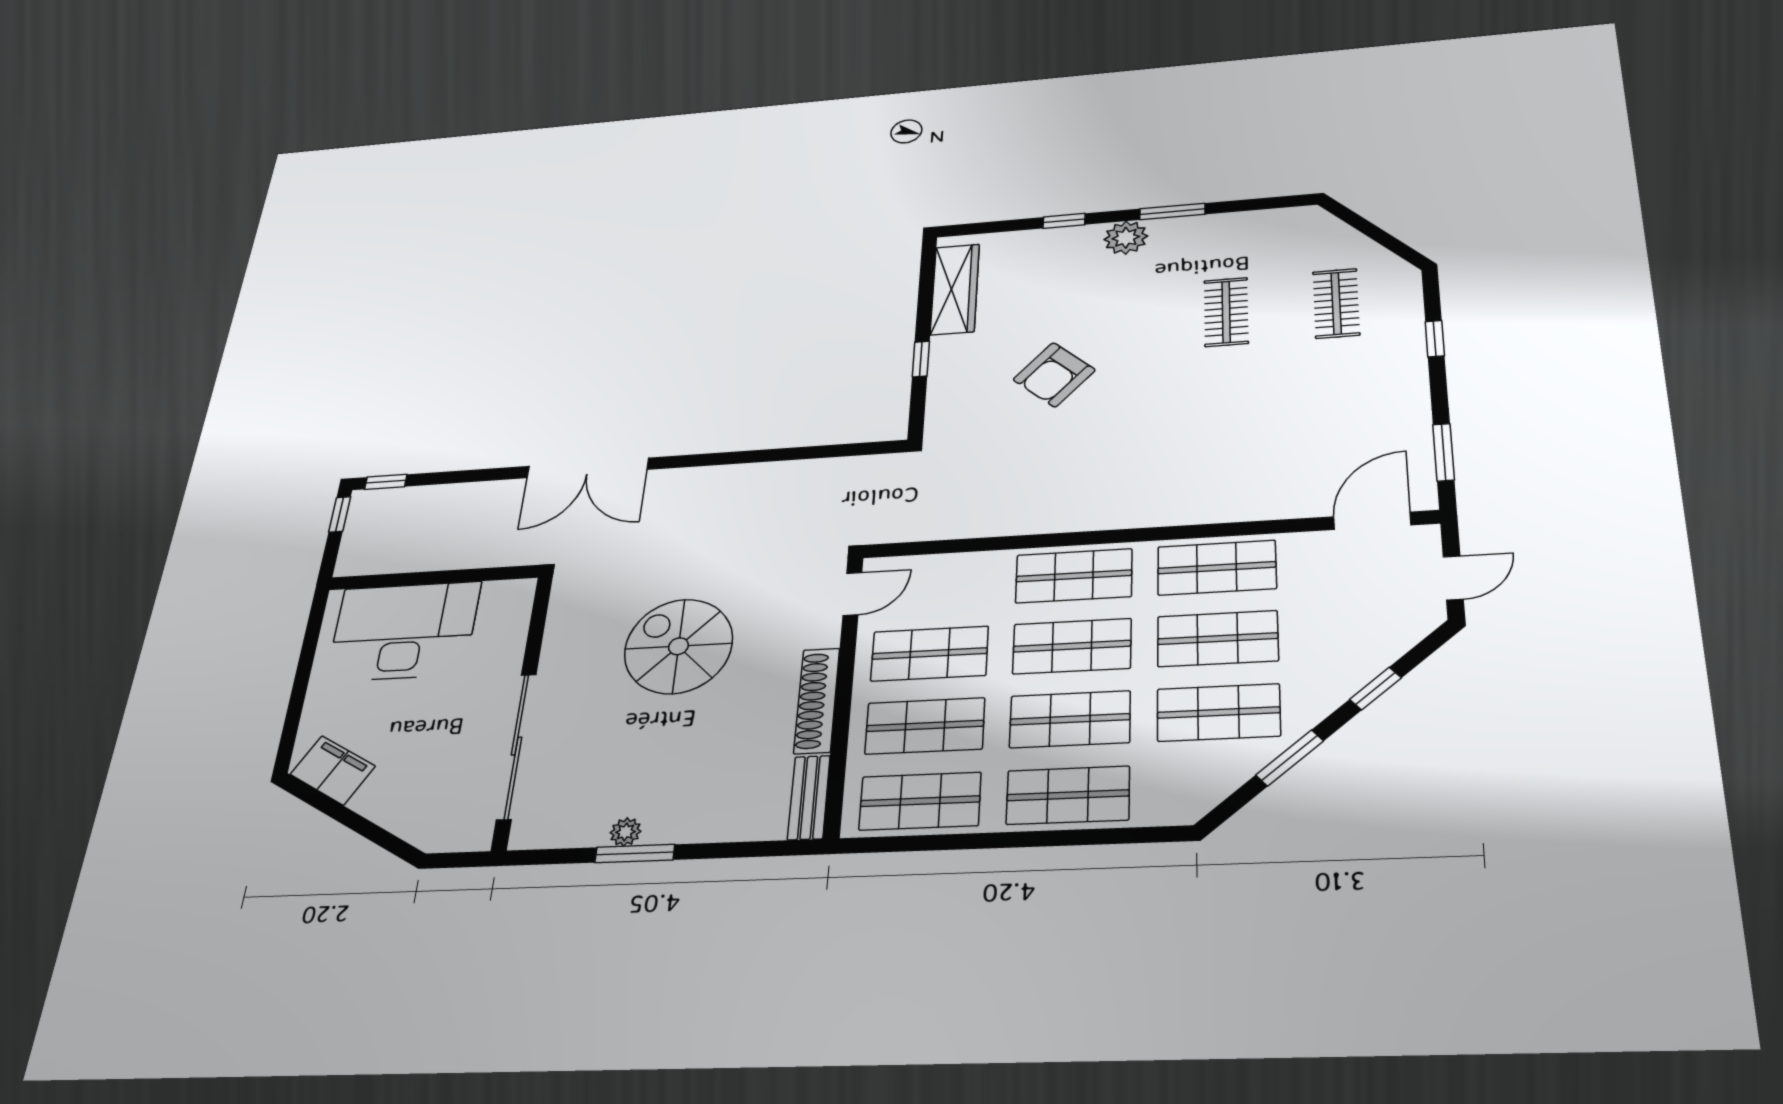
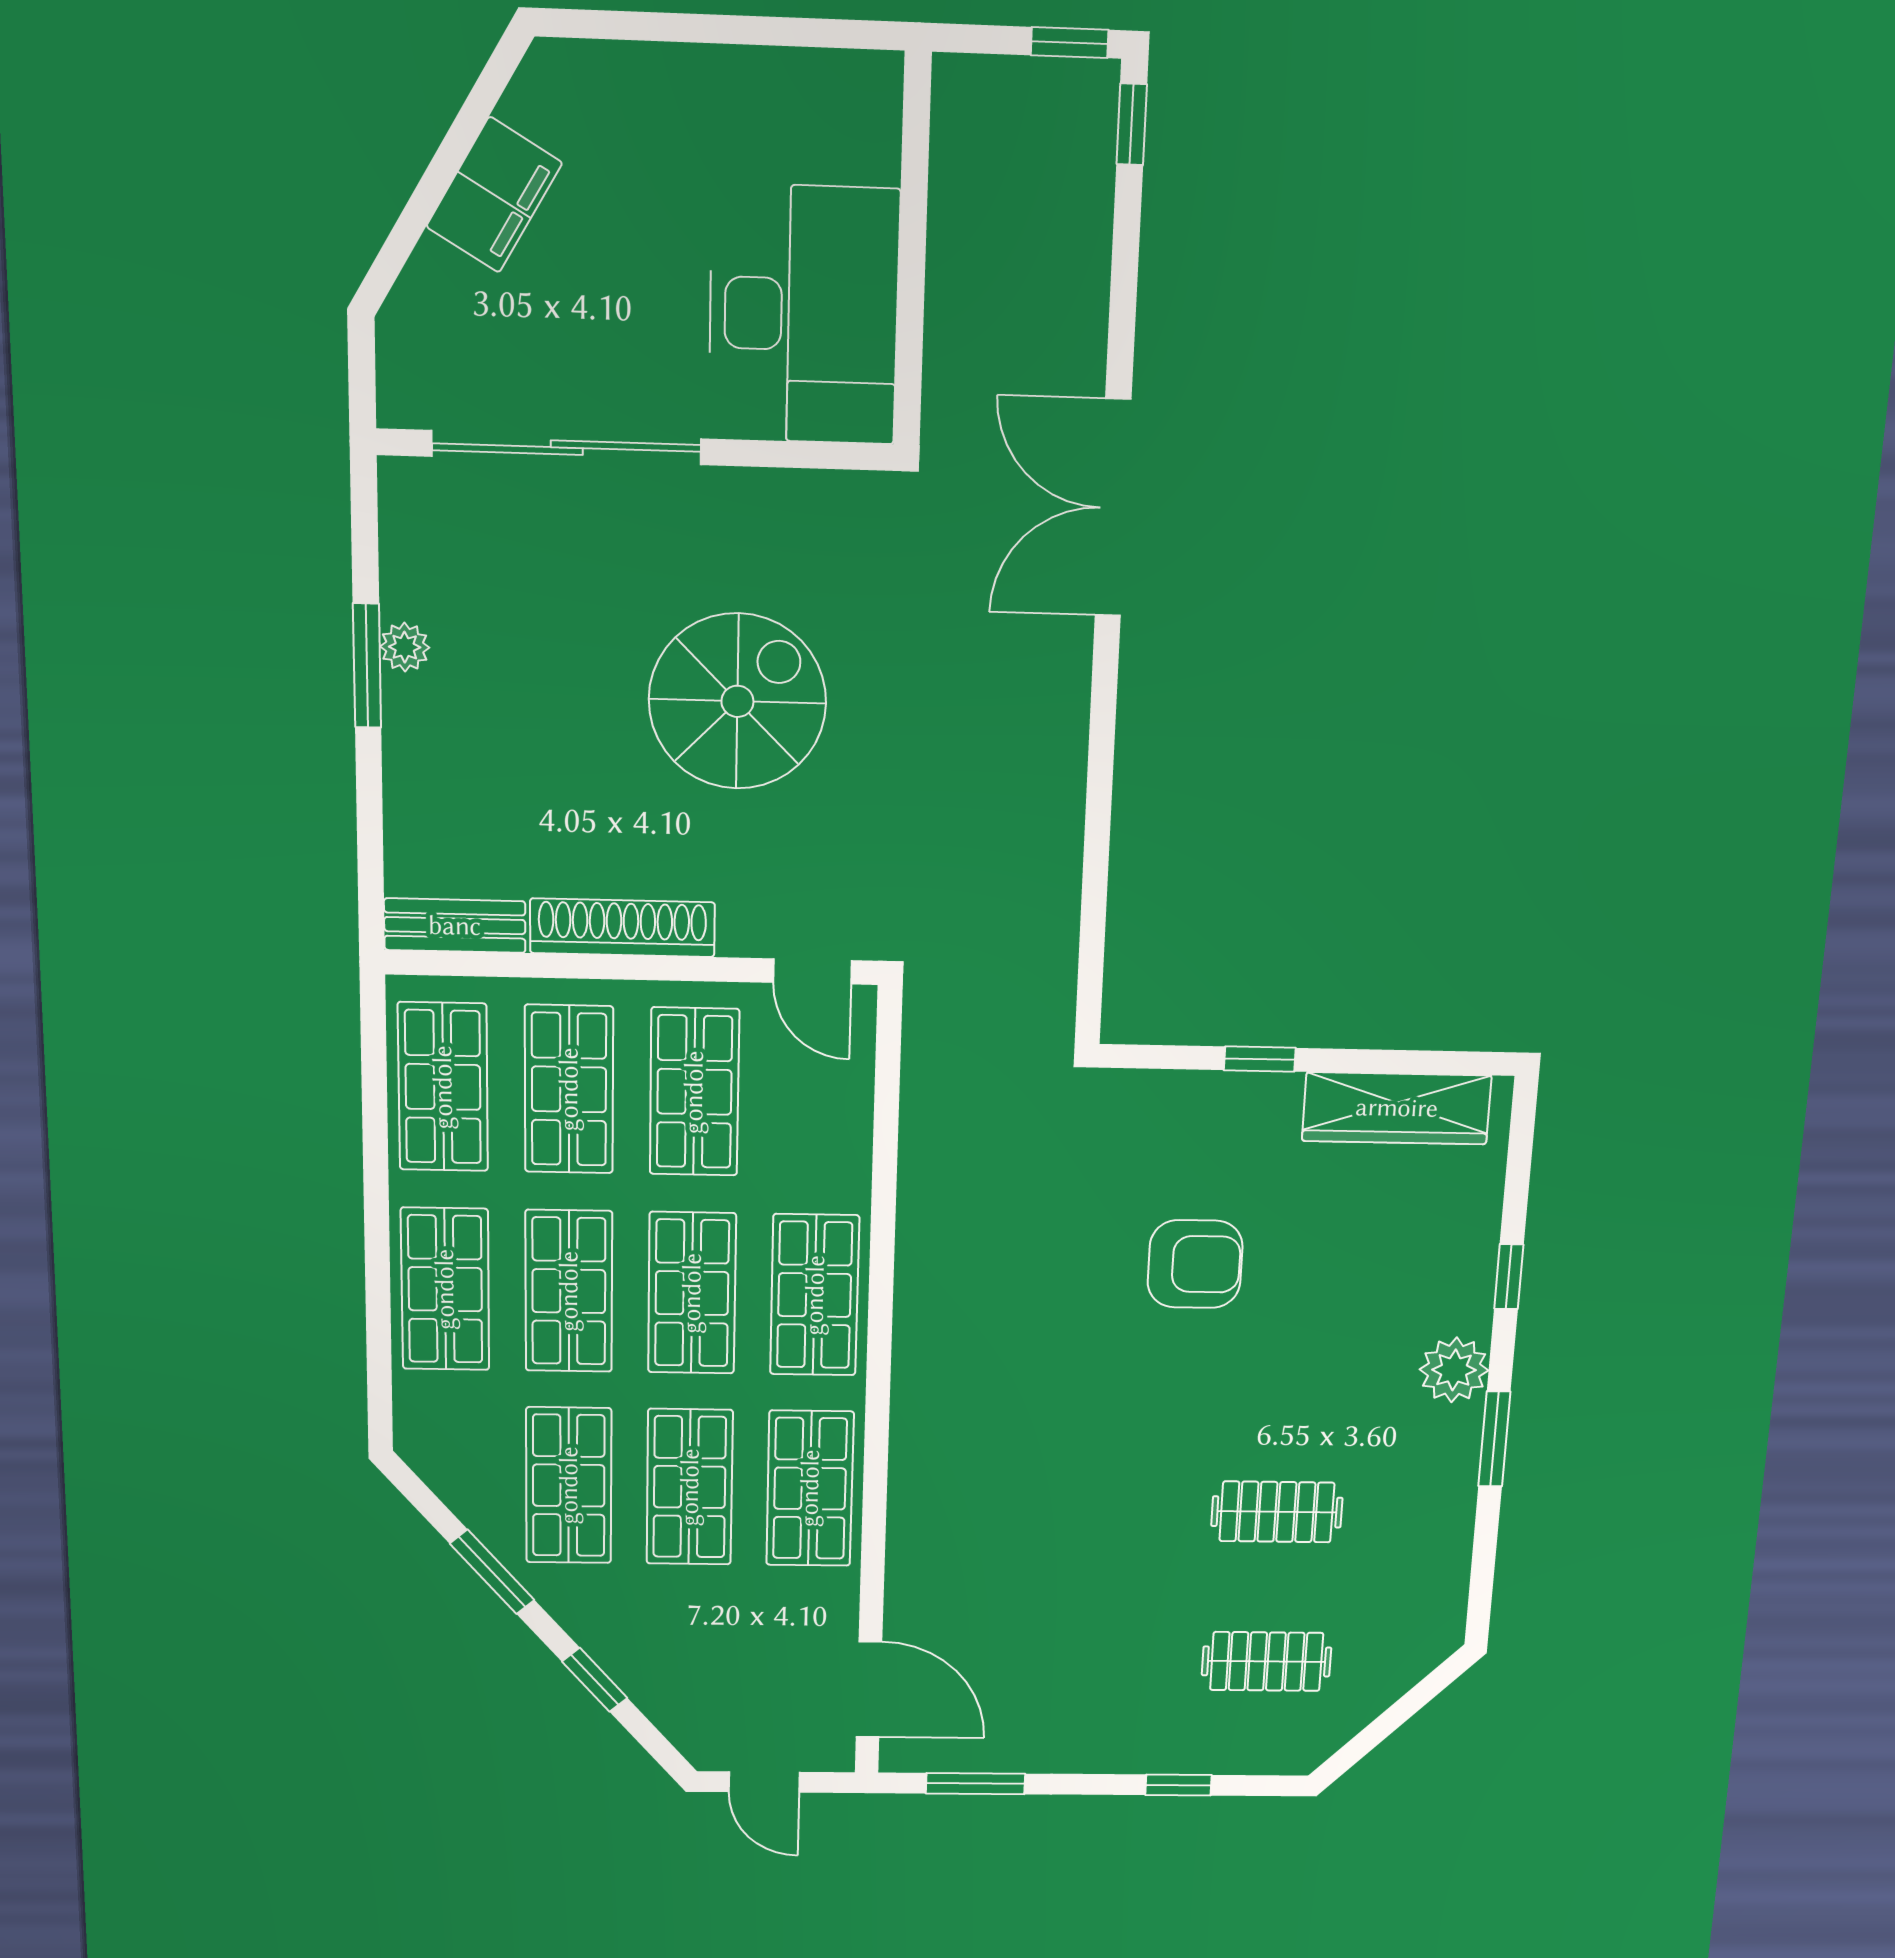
armchair: (1054, 375) -> (1195, 1264), turned 138
desk: (404, 631) -> (804, 315), moved
filing cabinet: (333, 770) -> (494, 195), moved

